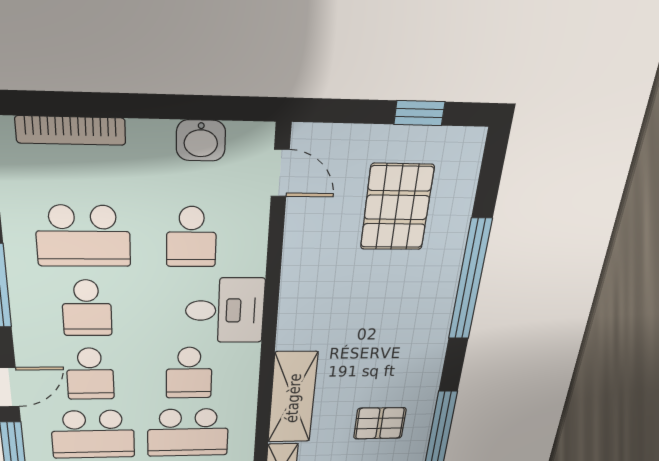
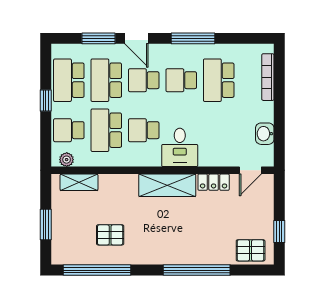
pallet: (397, 207) -> (251, 250), moved, width x0.67, depth x0.71
school desk: (191, 237) -> (219, 130), removed
locker: (300, 248) -> (214, 182), added
shelving: (293, 398) -> (167, 185), moved
pallet: (380, 423) -> (110, 235), turned 90

